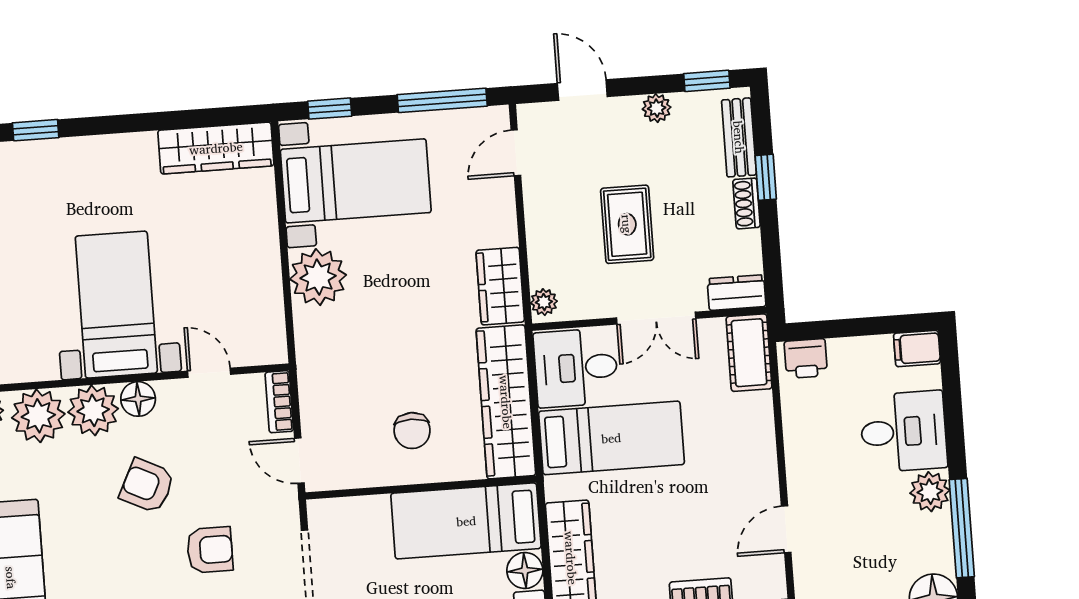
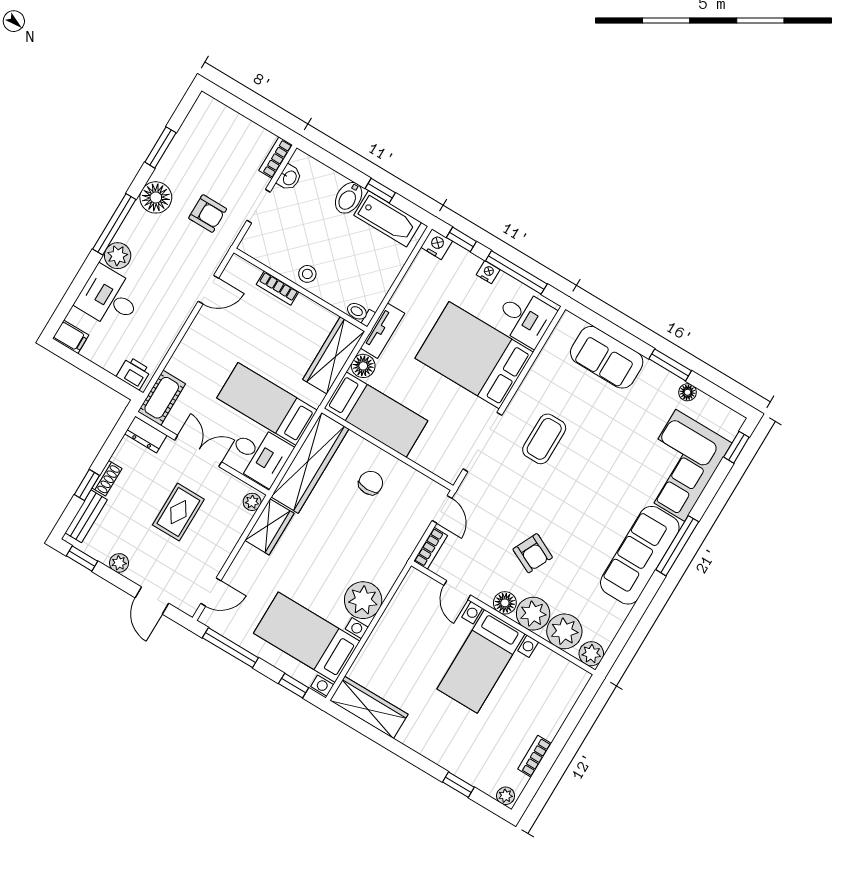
armchair: (210, 550) -> (523, 495), removed

